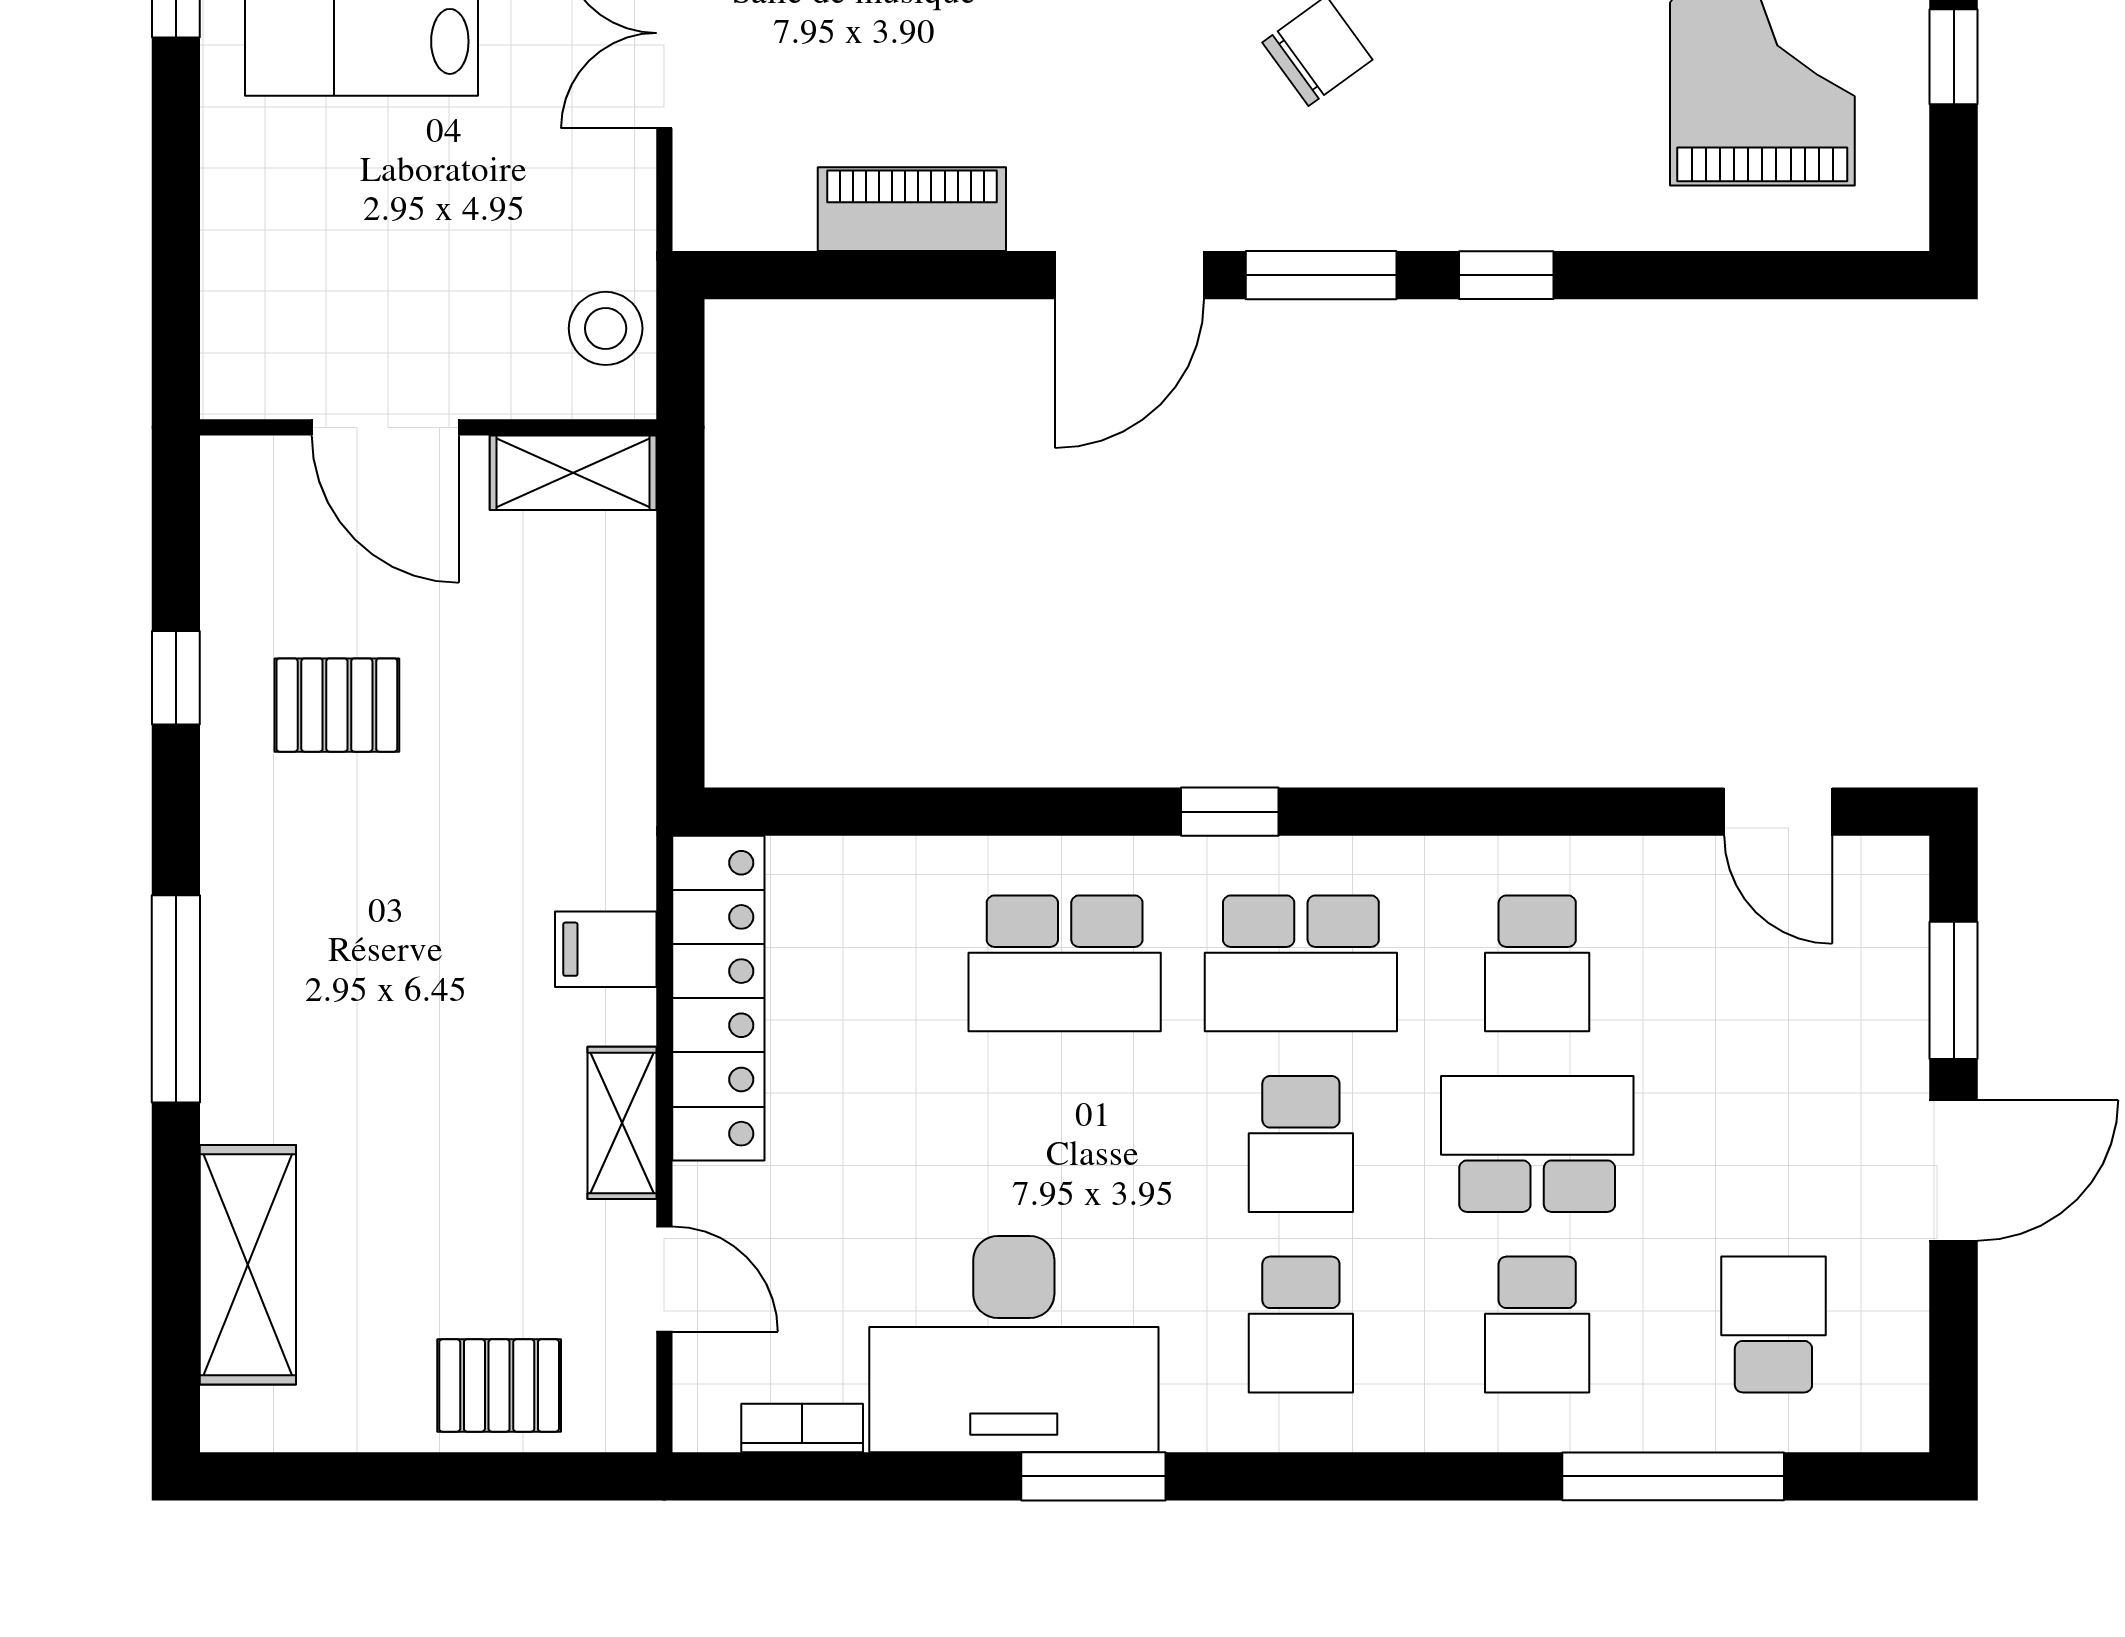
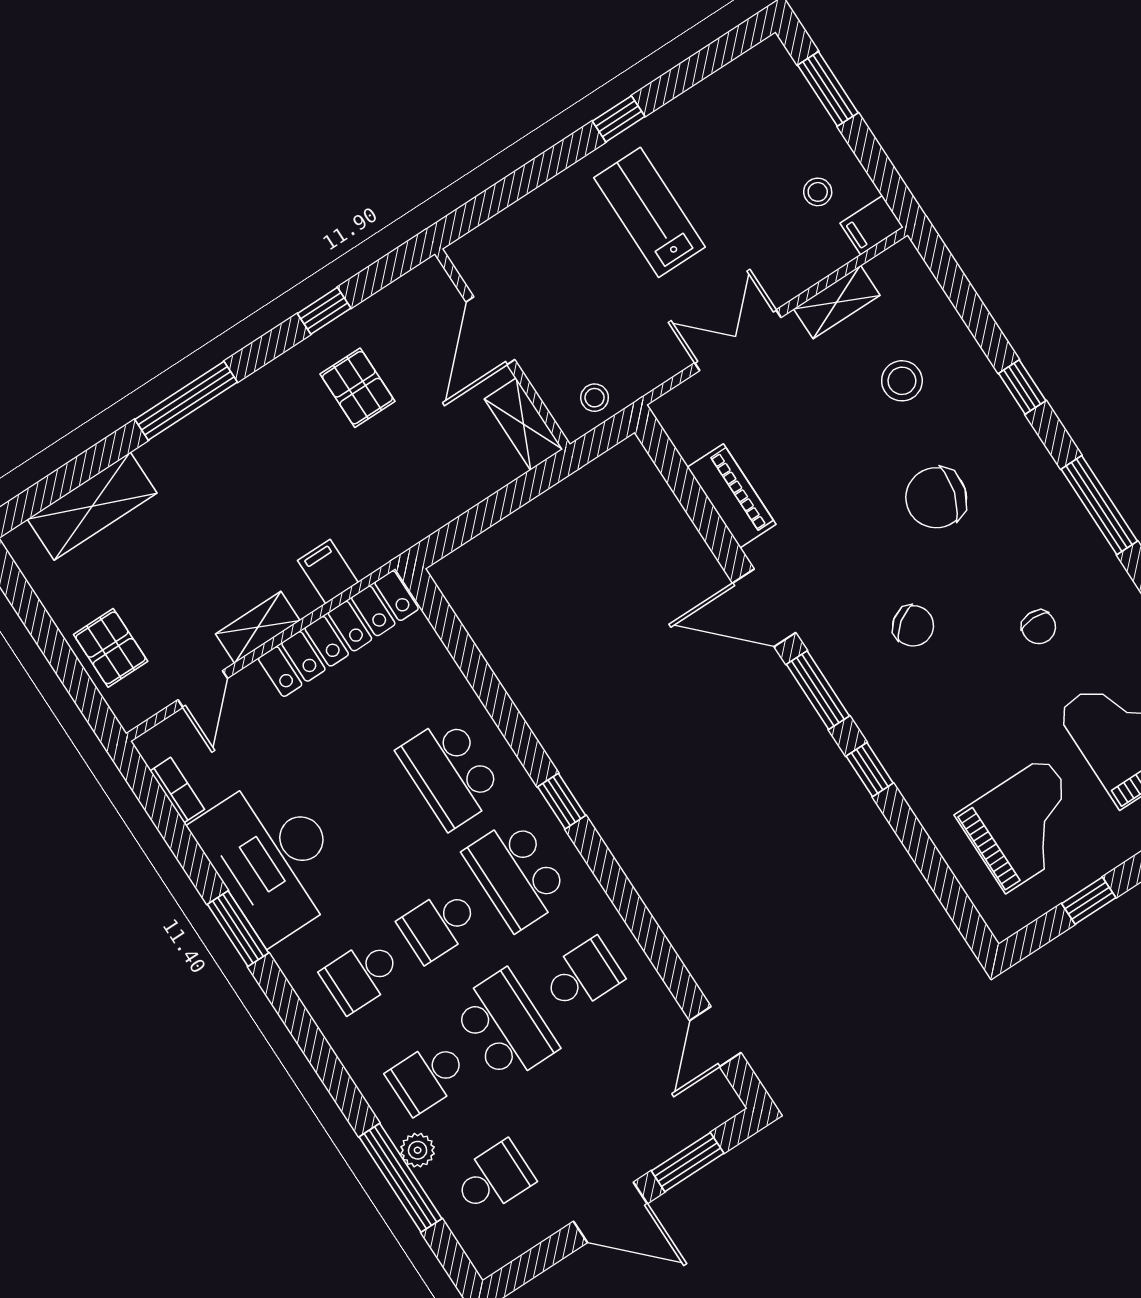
stool: (606, 328) -> (595, 398), width x0.73, depth x0.73
school desk: (1537, 963) -> (583, 976), turned 180
plant: (1646, 1419) -> (418, 1150), added

